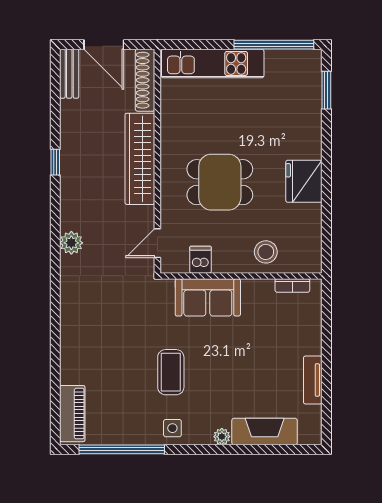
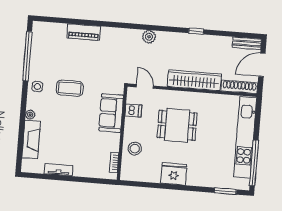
kitchen unit: (213, 63) -> (245, 137), width x1.36
dining table: (220, 182) -> (177, 125), turned 90
piano: (72, 414) -> (84, 32), moved

